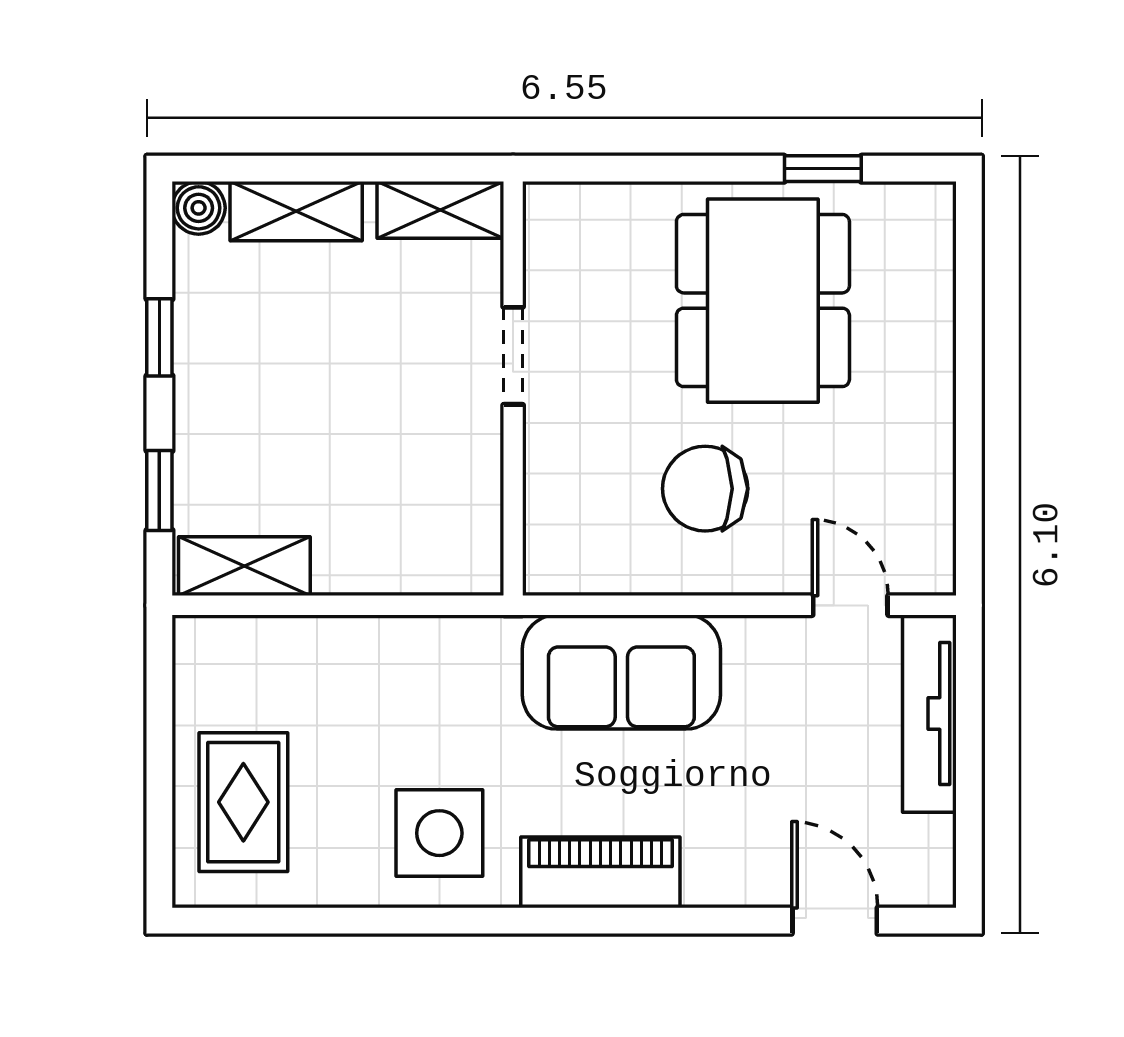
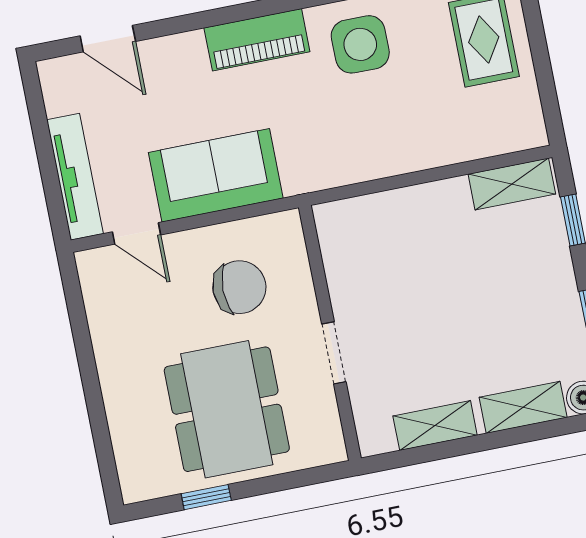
doorway: (513, 356) -> (334, 353), moved
wall: (513, 389) -> (330, 333), moved
sofa: (621, 672) -> (216, 175), moved

